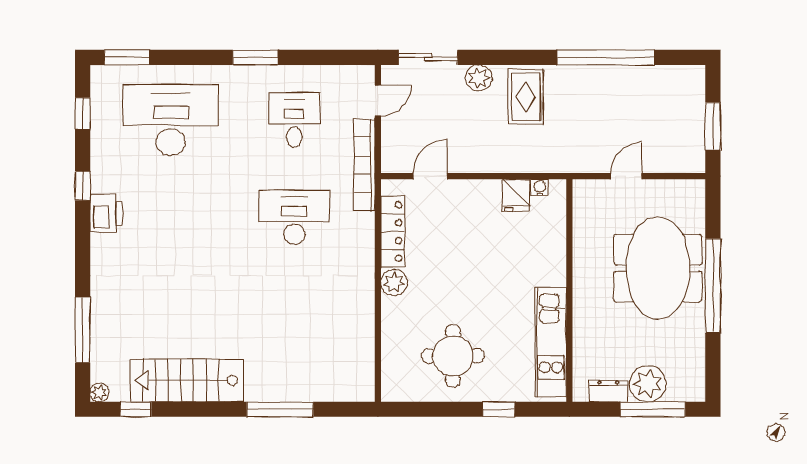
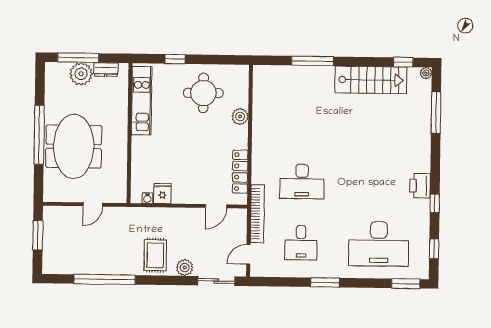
plant: (394, 283) -> (240, 116), moved

